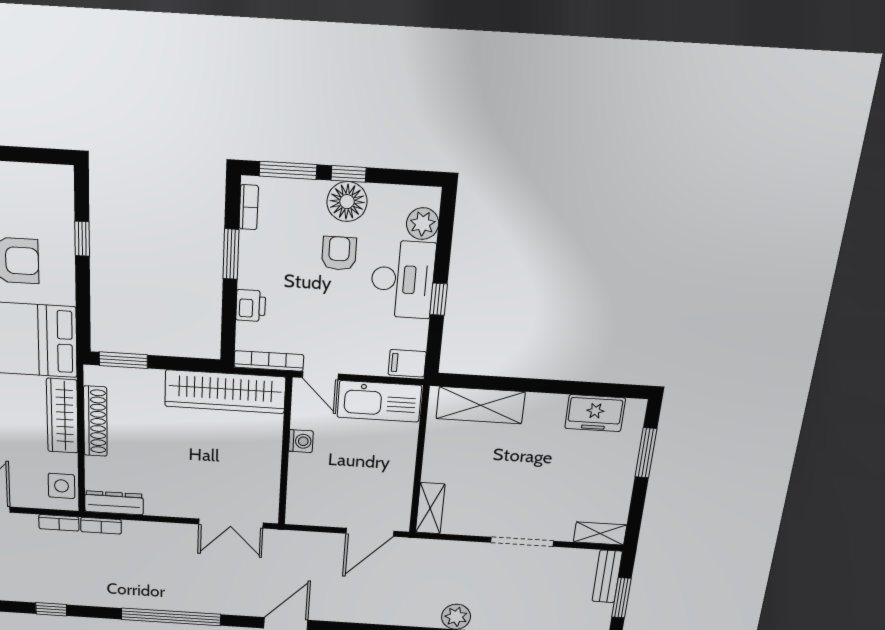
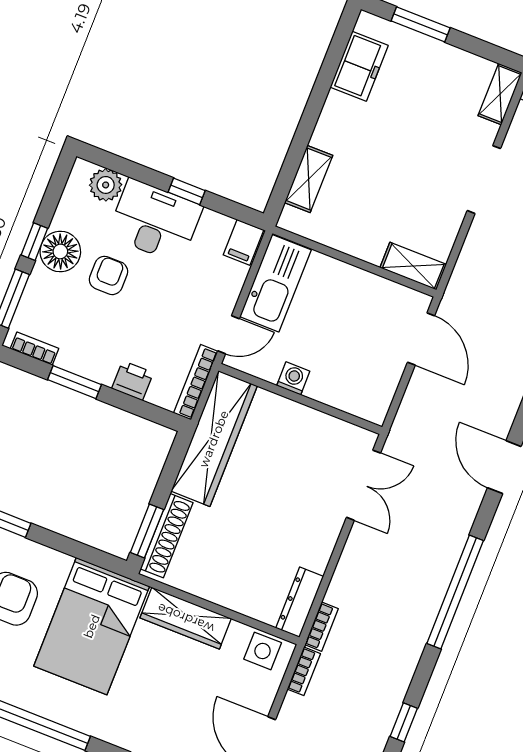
armchair: (339, 253) -> (108, 275), turned 90
shelving: (481, 405) -> (309, 179), width x0.67, depth x0.75
shoe rack: (95, 421) -> (167, 536), moved, turned 90

